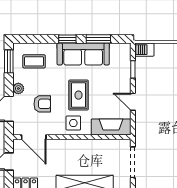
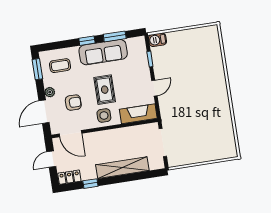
door: (133, 102) -> (154, 88), swing flipped

